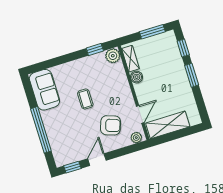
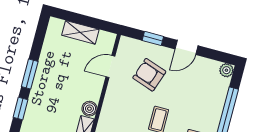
shelving: (168, 125) -> (80, 32), width x0.67, depth x0.75
plant: (136, 138) -> (226, 70), moved
window: (72, 167) -> (153, 38), moved

